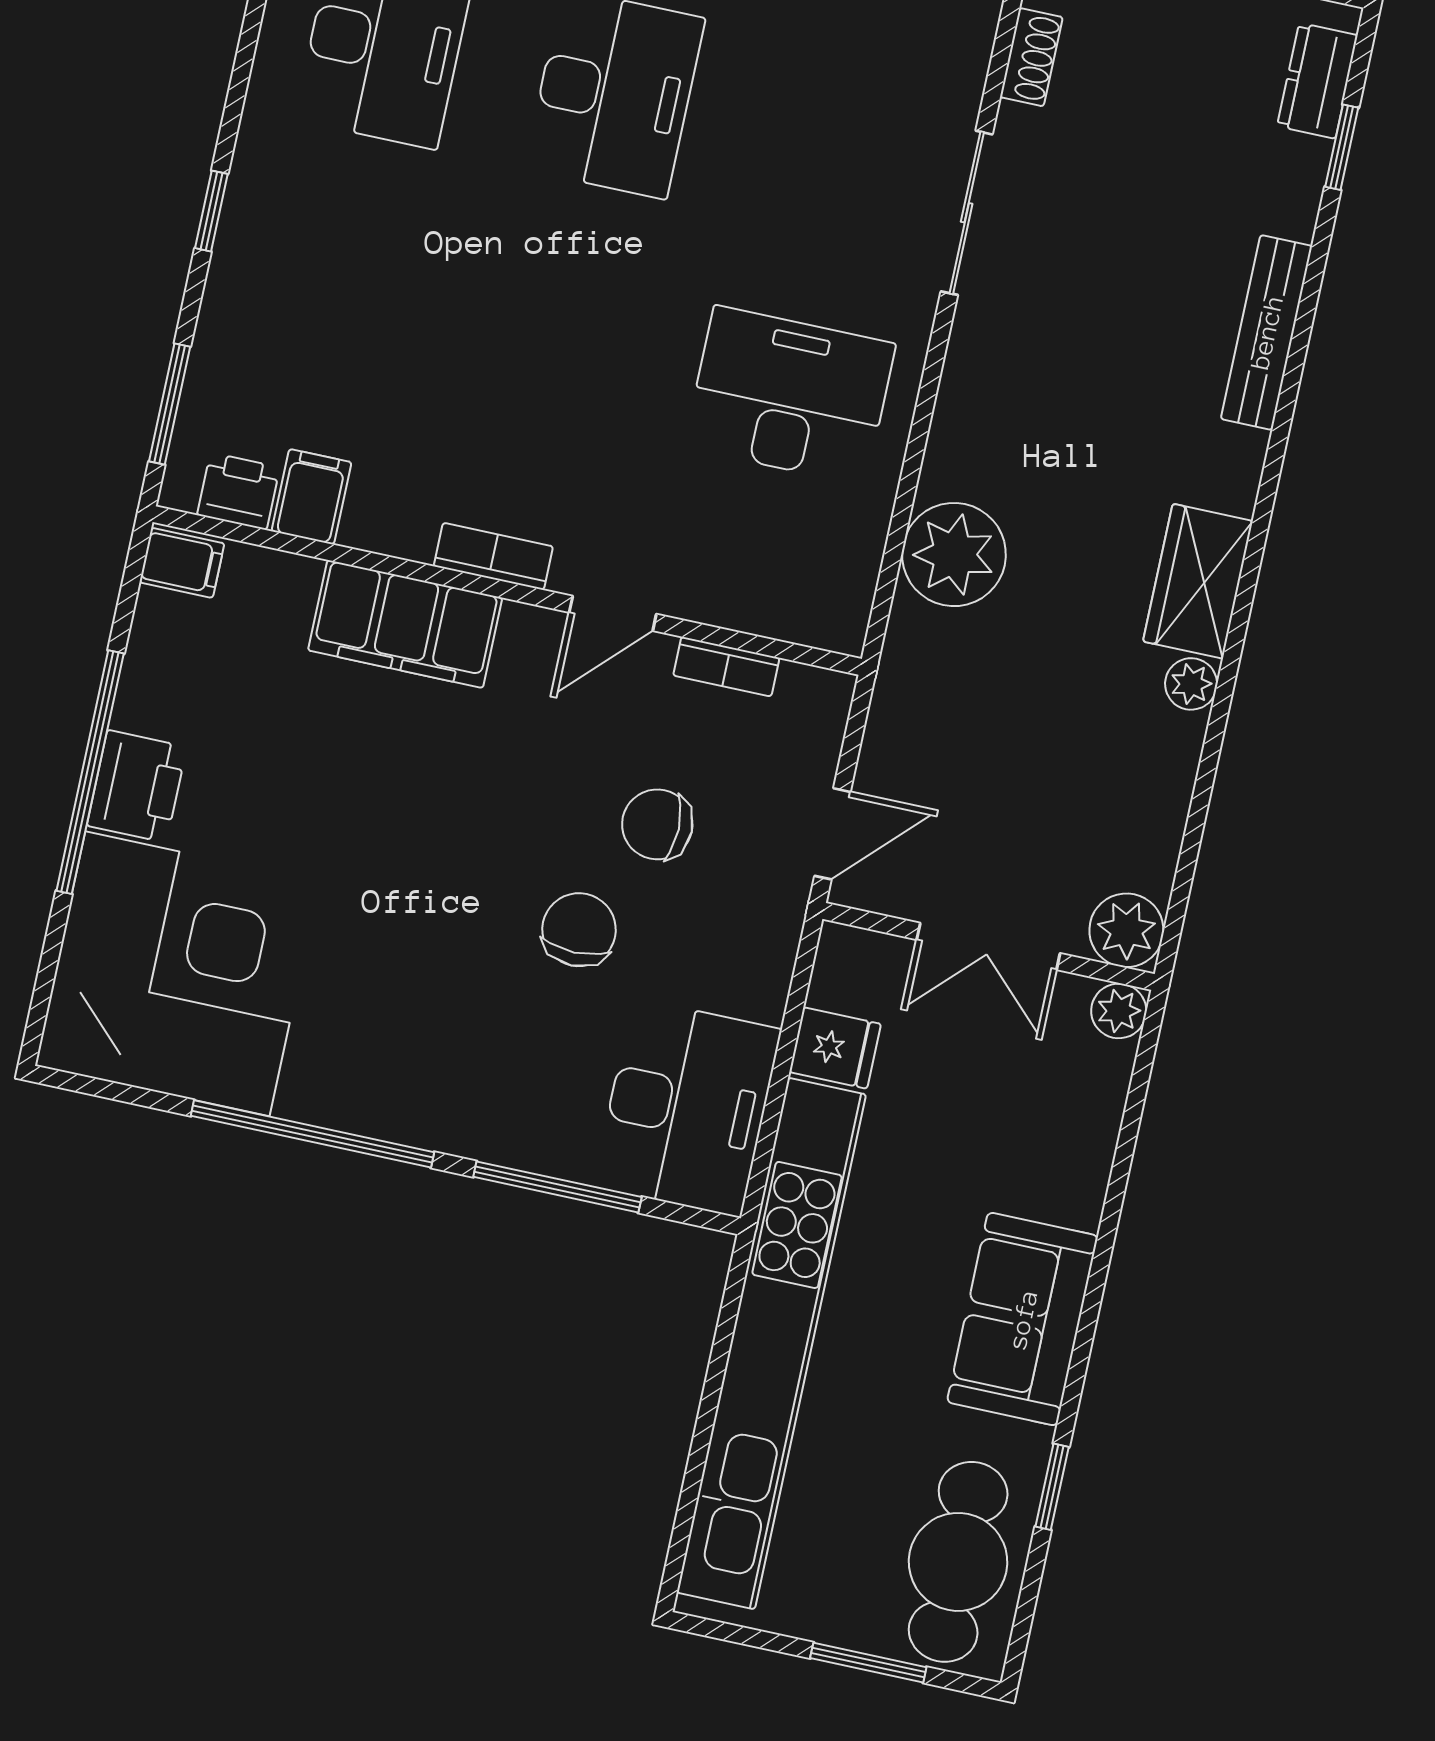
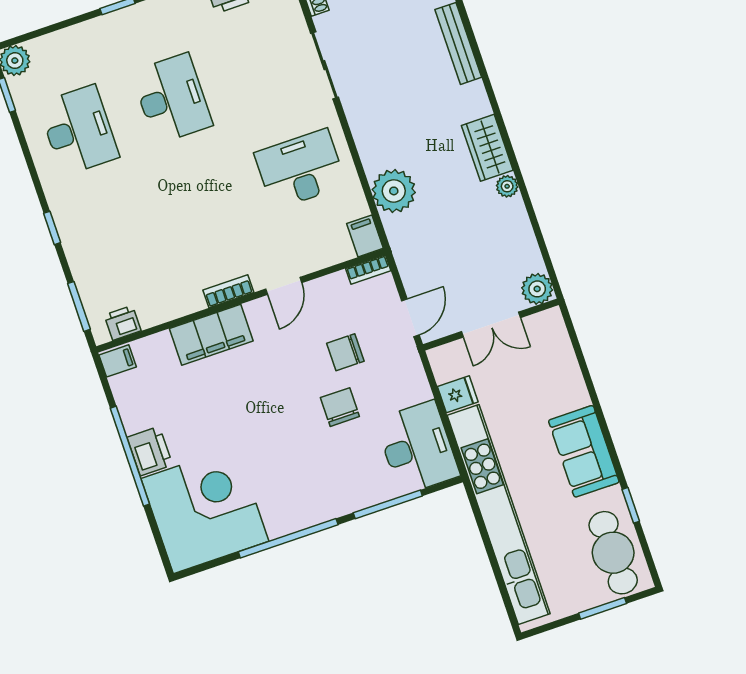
filing cabinet: (312, 497) -> (365, 236), moved
bookcase: (726, 667) -> (368, 270), moved
plant: (1119, 1011) -> (552, 320), removed

